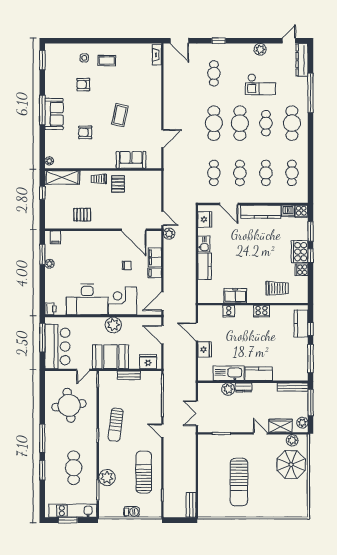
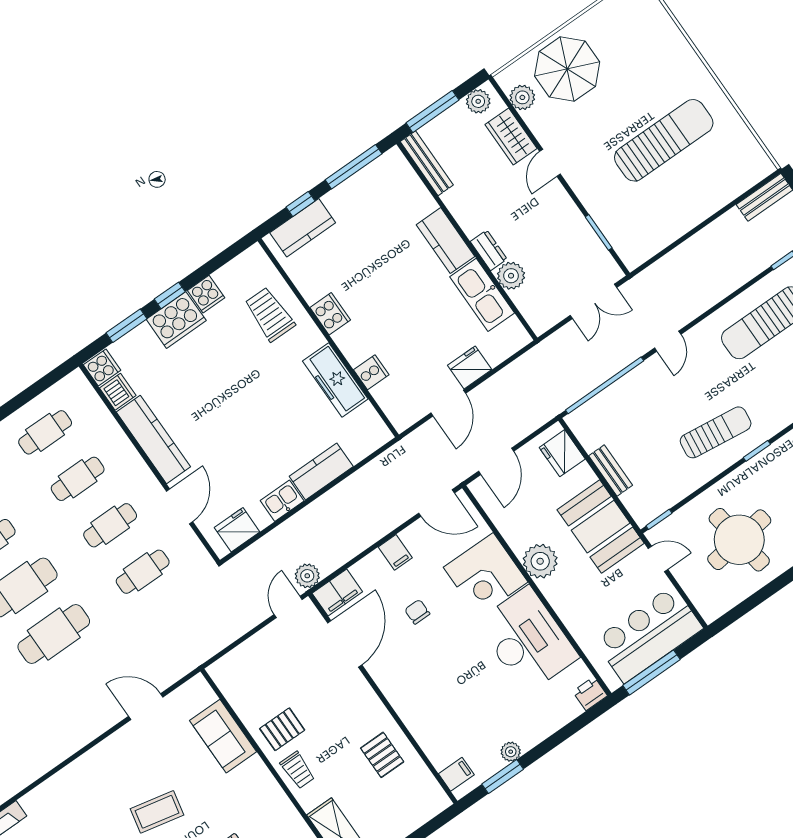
filing cabinet: (155, 257) -> (337, 593), moved
freezer: (235, 296) -> (335, 380), width x1.40

